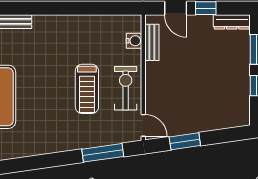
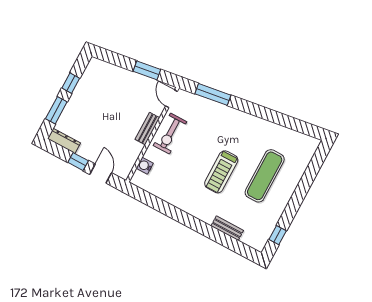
bench: (152, 42) -> (147, 129), moved
treadmill: (87, 89) -> (221, 172), moved, turned 180

